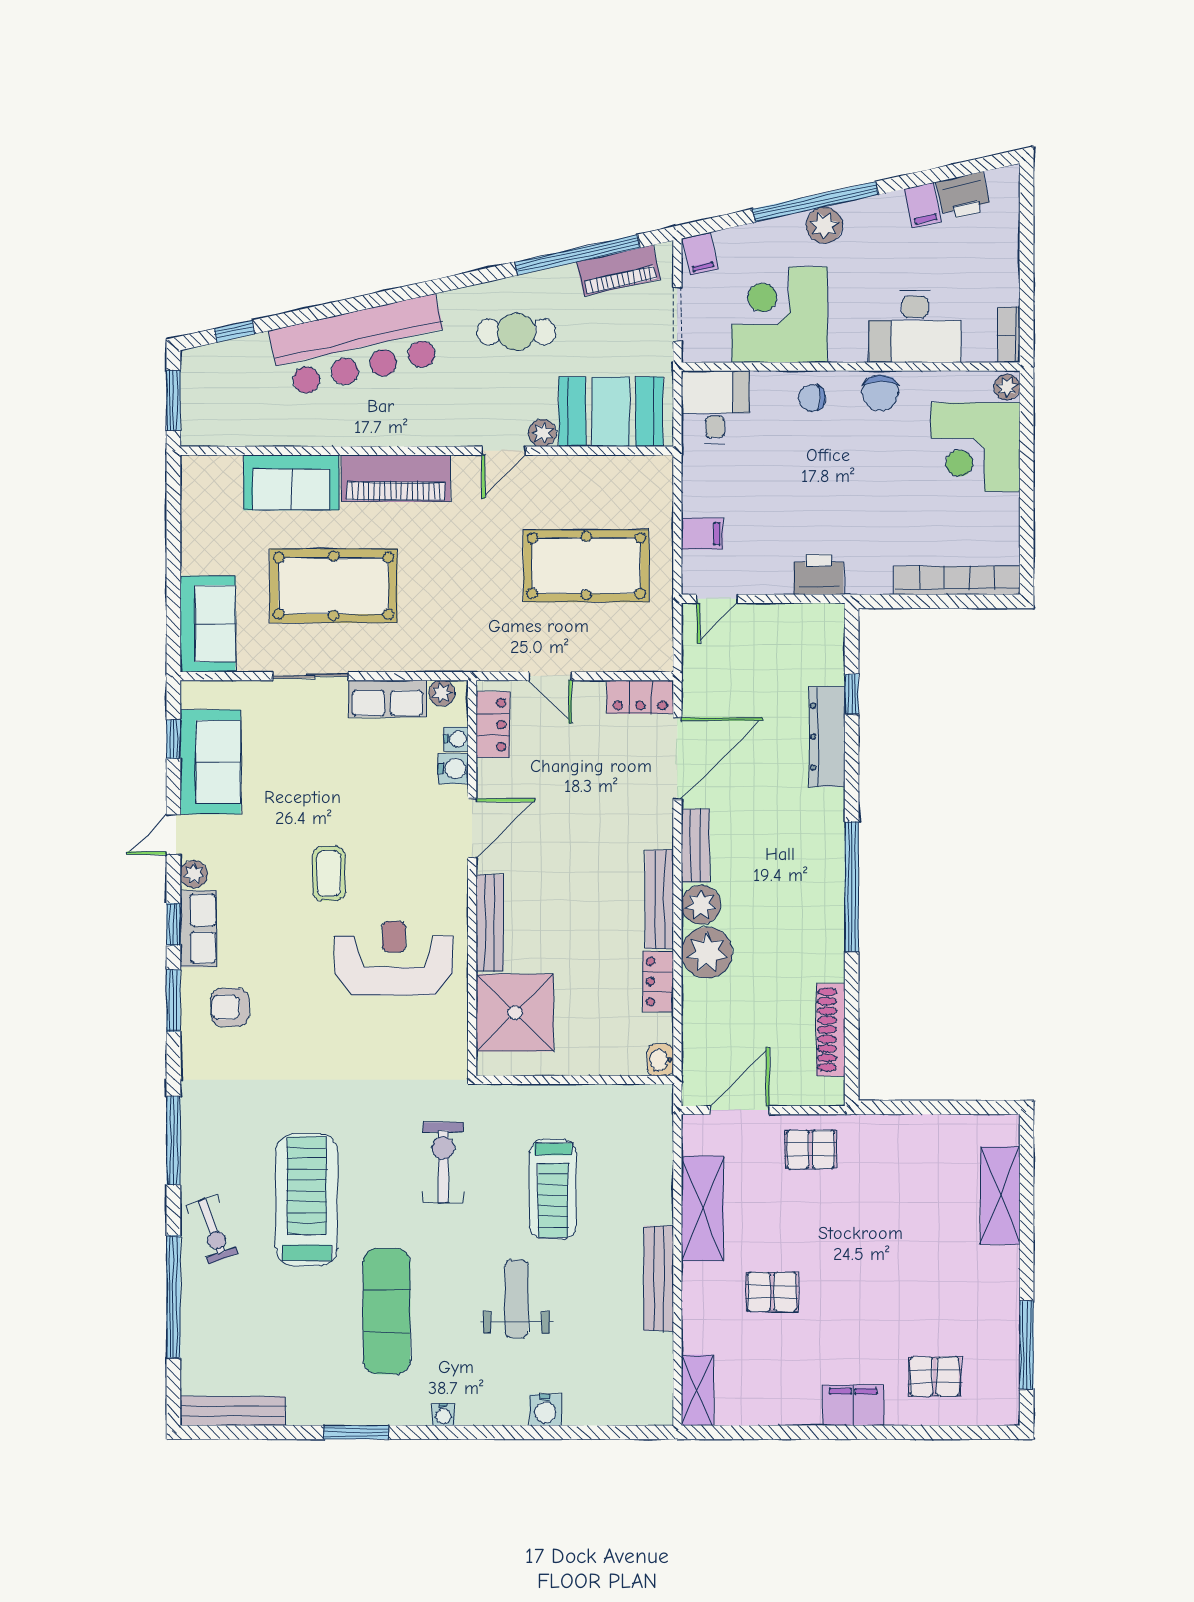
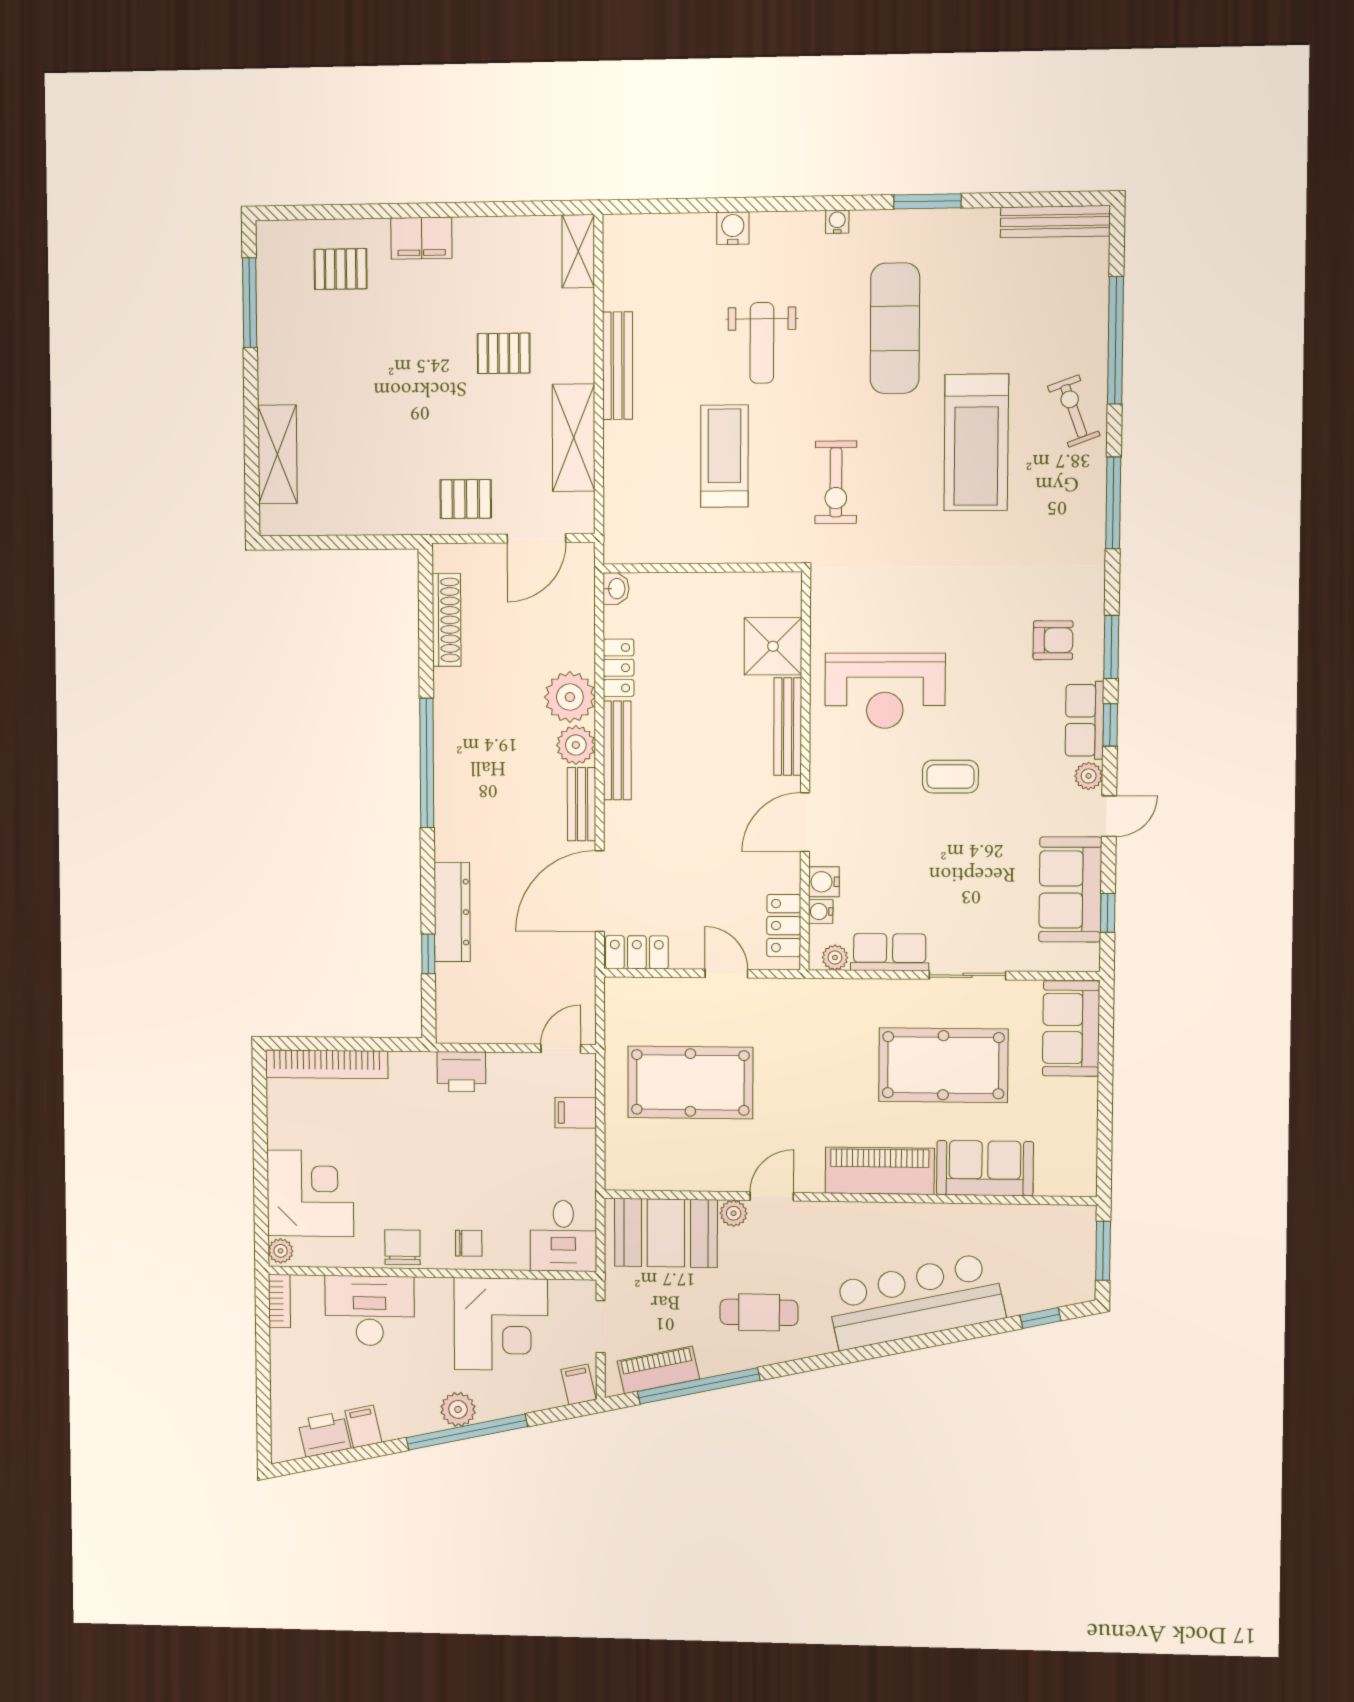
coffee table: (329, 874) -> (950, 777), turned 90
shower: (515, 1013) -> (773, 646), width x0.73, depth x0.73

